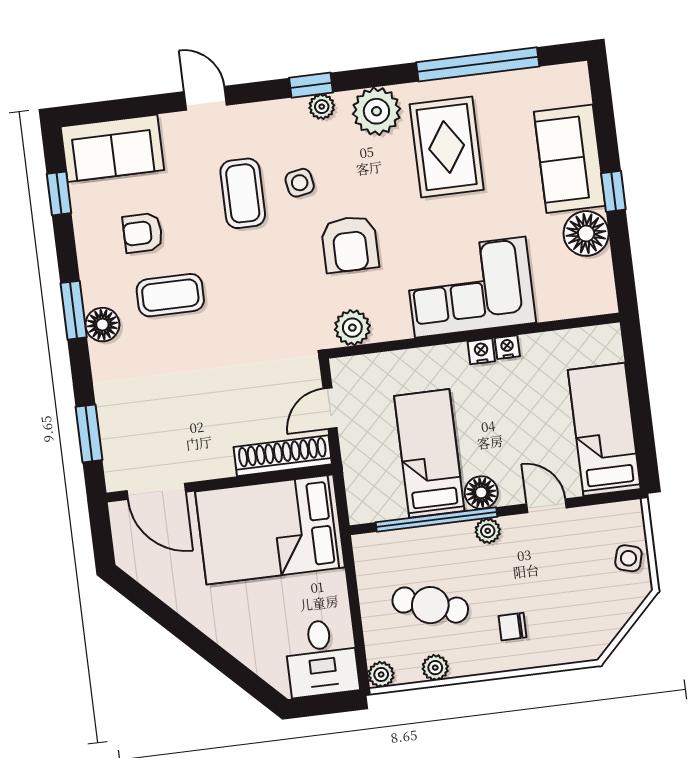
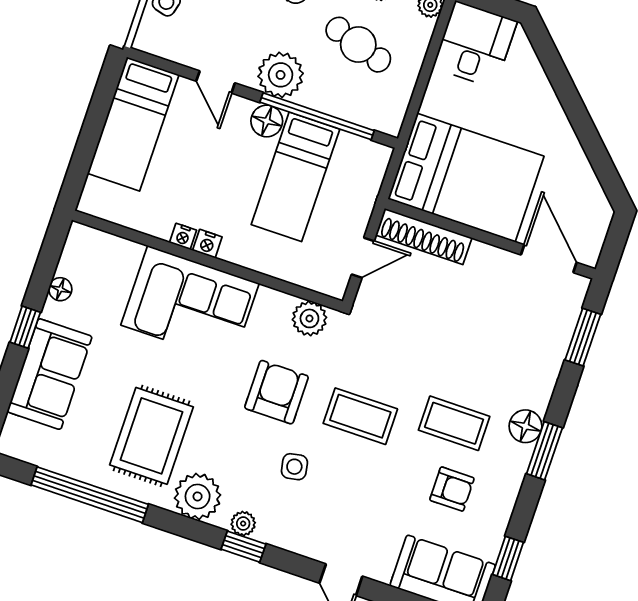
coffee table: (243, 193) -> (360, 416), moved, turned 90
floor lamp: (586, 233) -> (60, 289), width x0.53, depth x0.53
plant: (488, 531) -> (281, 75), width x1.88, depth x1.88

